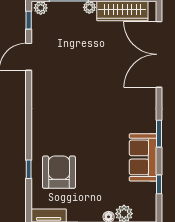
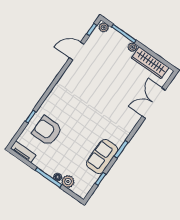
double door: (159, 54) -> (154, 103), width x0.73
armchair: (59, 172) -> (47, 131), turned -90

